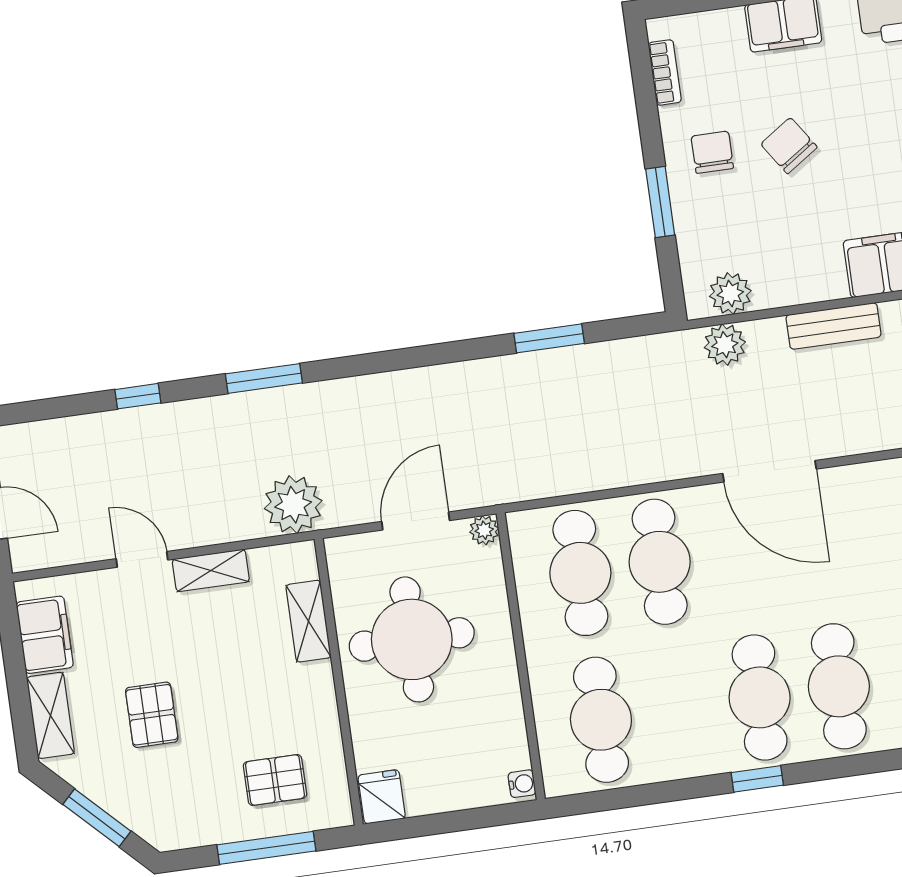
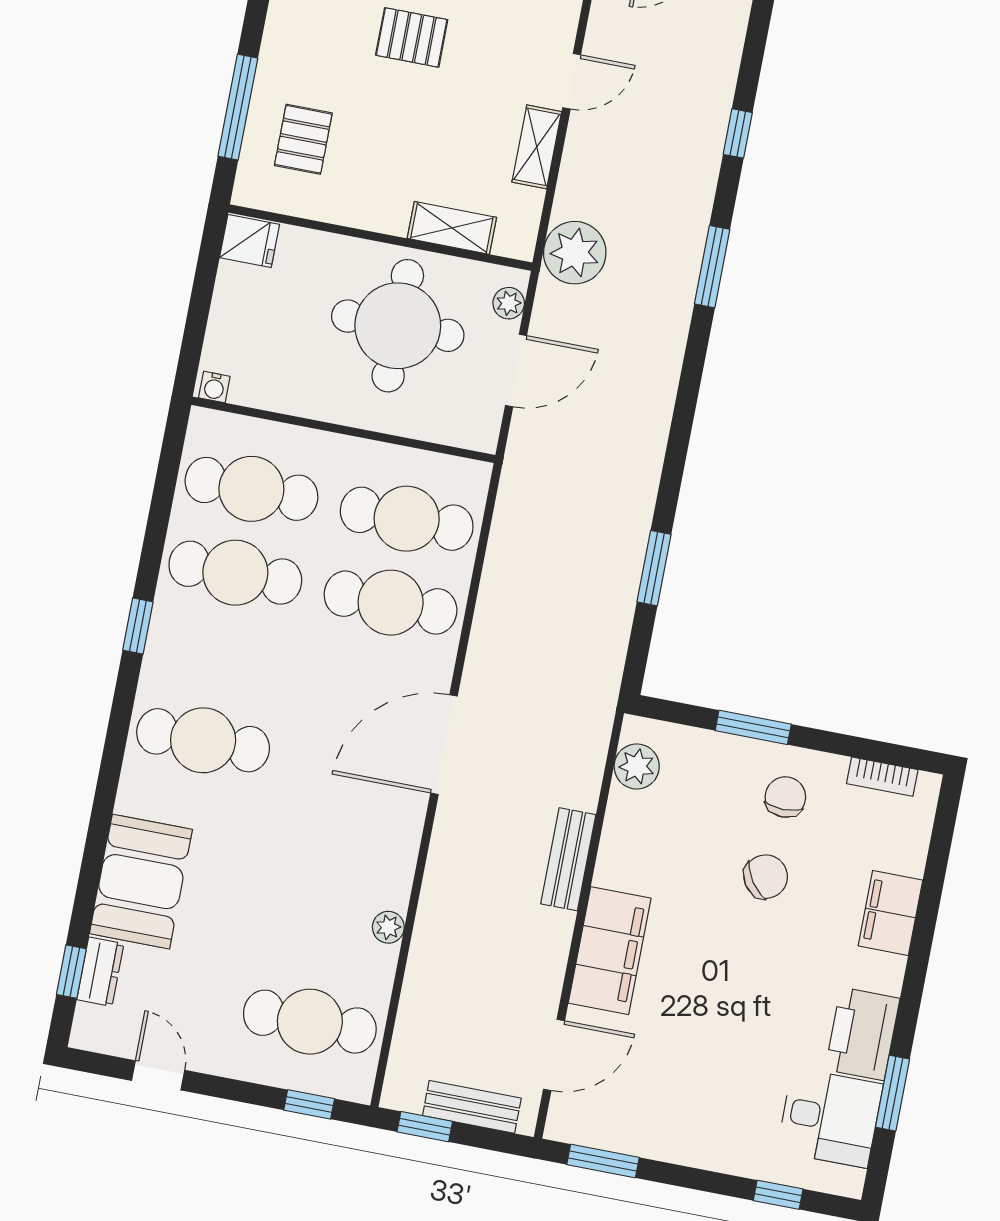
chair: (712, 152) -> (785, 797), turned -90
plant: (725, 345) -> (587, 743), removed
door: (416, 521) -> (516, 370), hinge flipped
plant: (484, 530) -> (509, 303), moved
cafe table: (760, 697) -> (235, 573), moved

